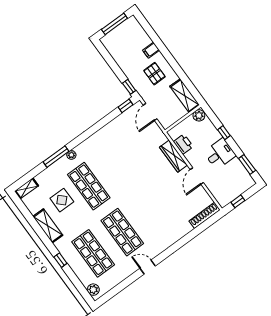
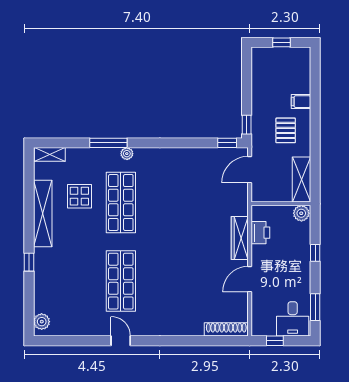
window: (114, 24) -> (281, 42), width x0.46
desk: (220, 154) -> (293, 319), moved, turned 90
shelving: (48, 226) -> (43, 214), width x1.47
shop shelf: (93, 253) -> (71, 281), removed

